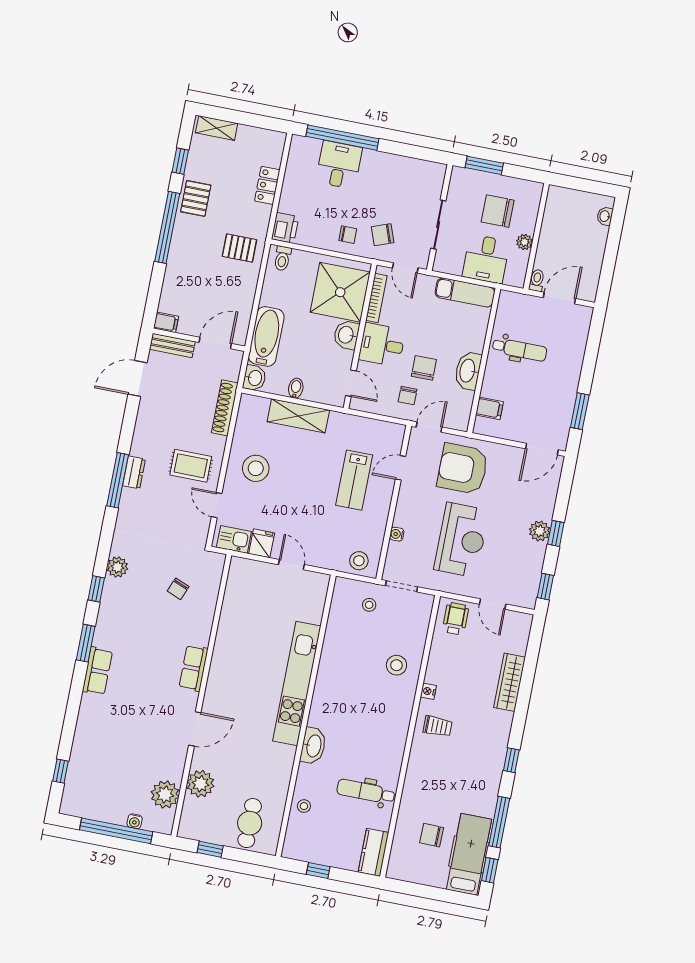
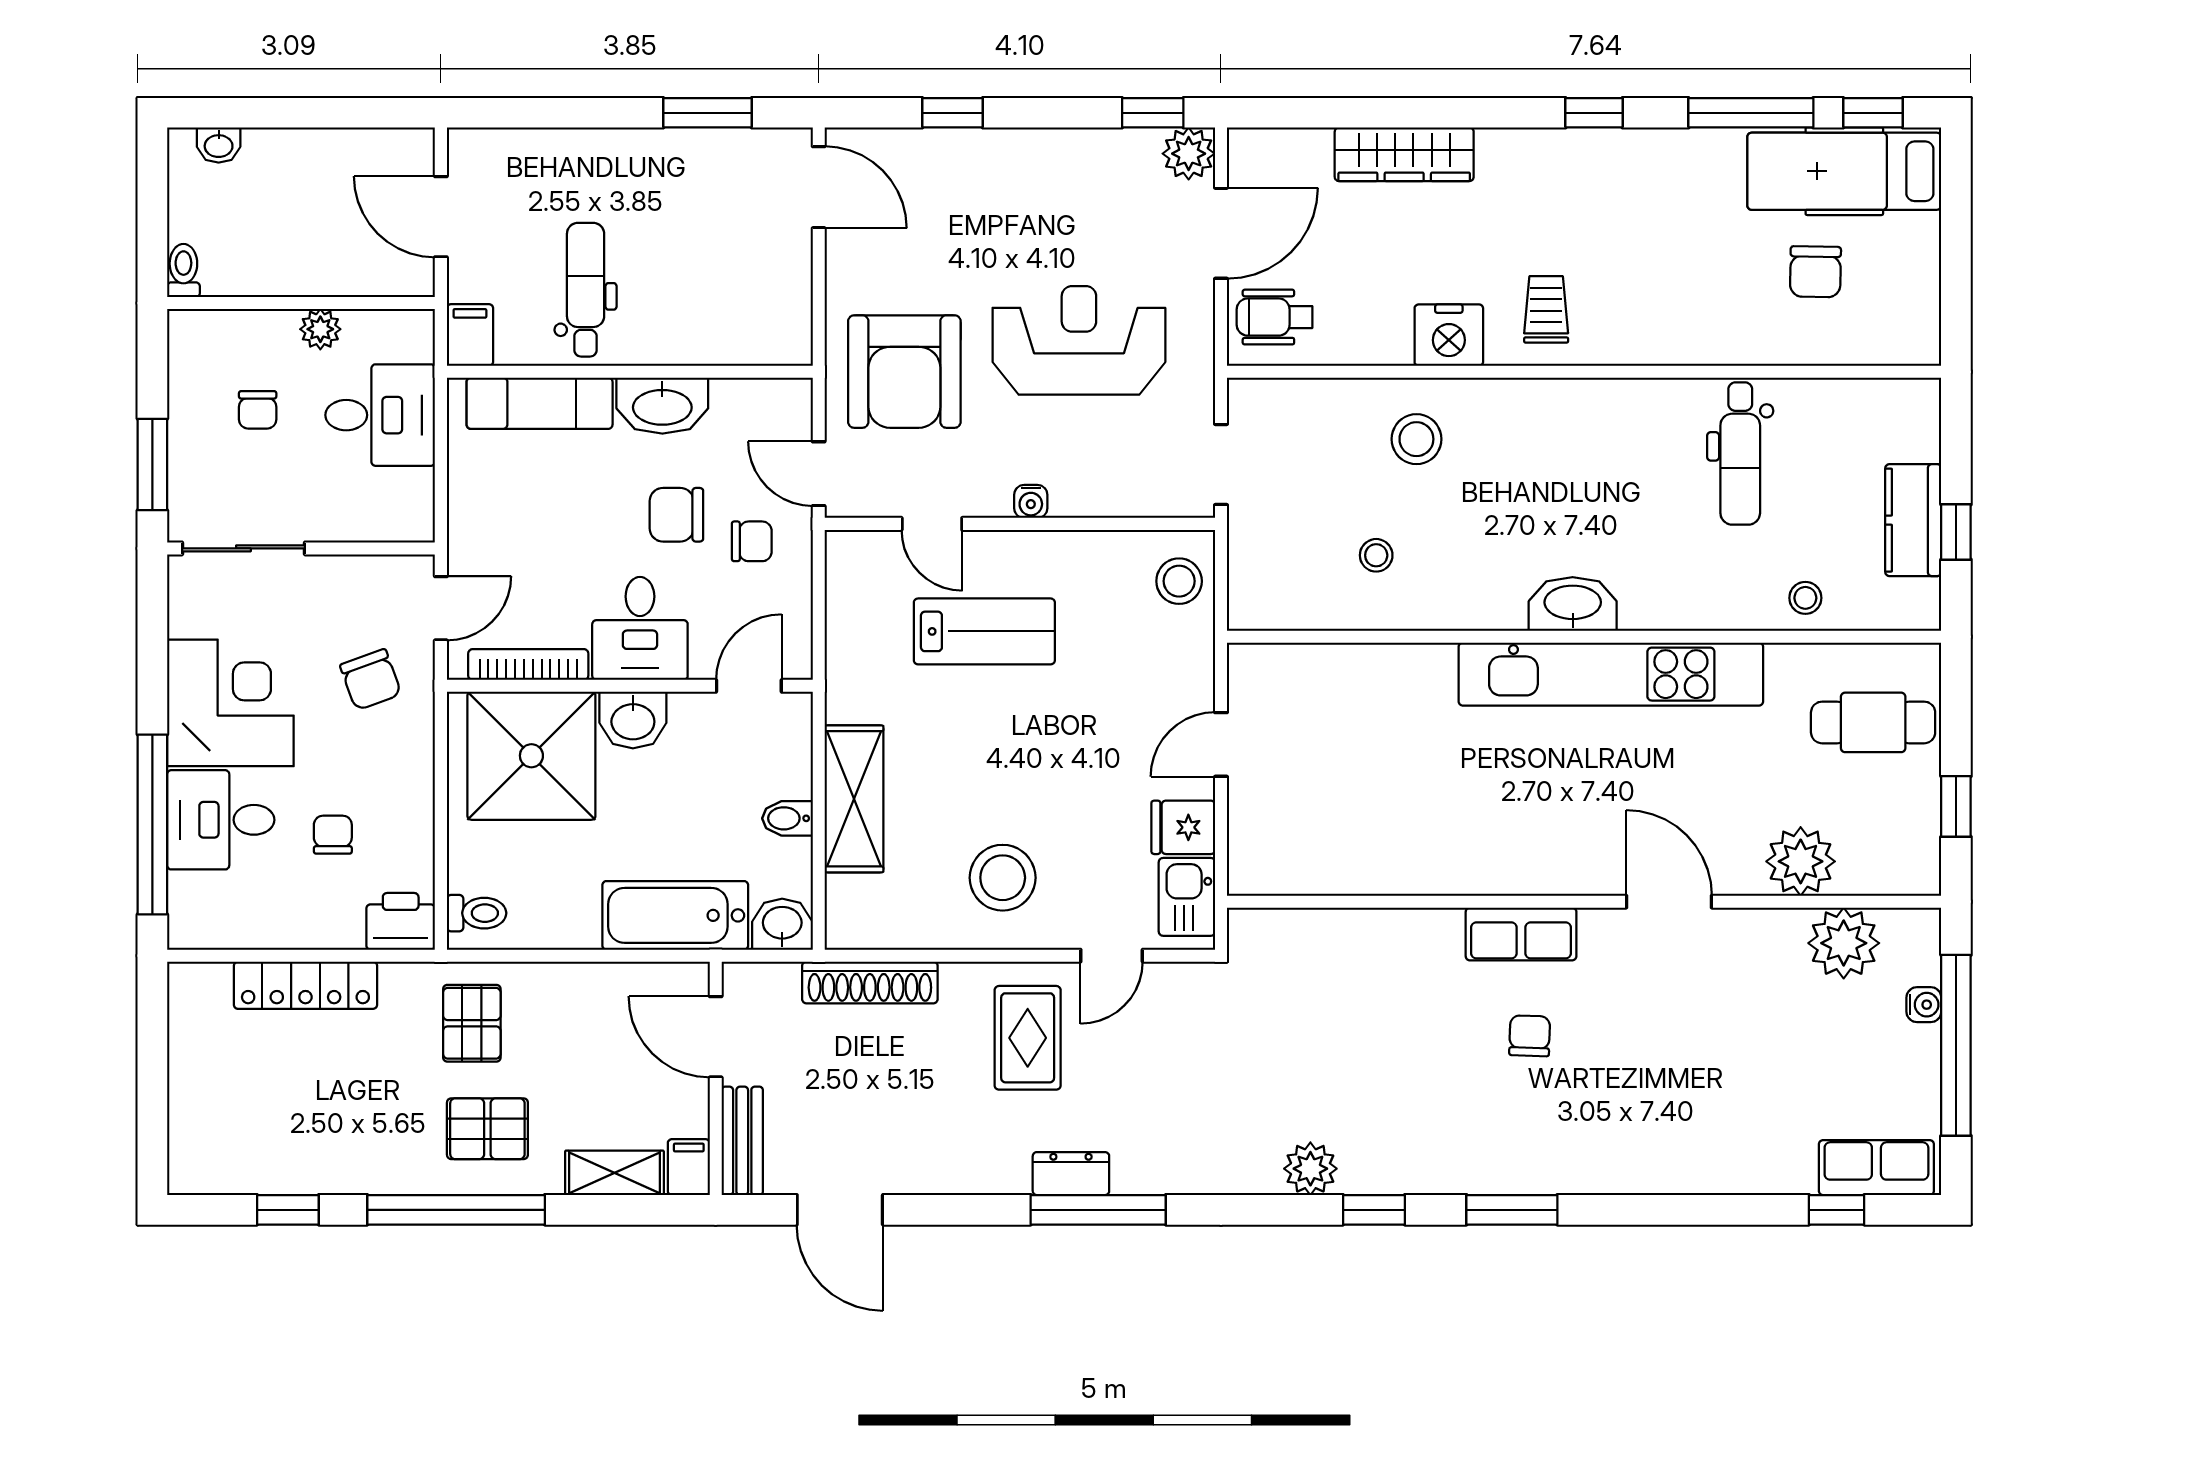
shelving: (217, 128) -> (614, 1173), moved, turned 90
corner desk: (384, 178) -> (230, 703), added
locker: (267, 185) -> (305, 985), width x1.53
pallet: (196, 198) -> (487, 1129), moved
chair: (498, 211) -> (258, 410), width x0.54, depth x0.54
sliding door: (438, 225) -> (243, 548), moved
chair: (348, 235) -> (333, 835), moved
toilet: (537, 280) -> (183, 271), moved, turned 90
exam couch: (465, 292) -> (540, 403), moved, turned 90
filing cabinet: (489, 408) -> (470, 335), moved
plant: (540, 531) -> (1189, 154), moved
window: (556, 533) -> (953, 113), moved
water cooler: (397, 534) -> (1031, 501), moved
chair: (178, 589) -> (1530, 1036), moved, turned -110
door: (493, 604) -> (1221, 233), width x1.38
stool: (369, 605) -> (1376, 555), moved
row of seats: (97, 671) -> (1876, 1168), moved
kitchen unit: (297, 683) -> (1611, 674), moved
nightstand: (428, 691) -> (1449, 335), width x1.89, depth x1.79
washbasin: (313, 746) -> (1573, 604), moved
kitchen counter: (373, 852) -> (1913, 520), moved, turned 90

